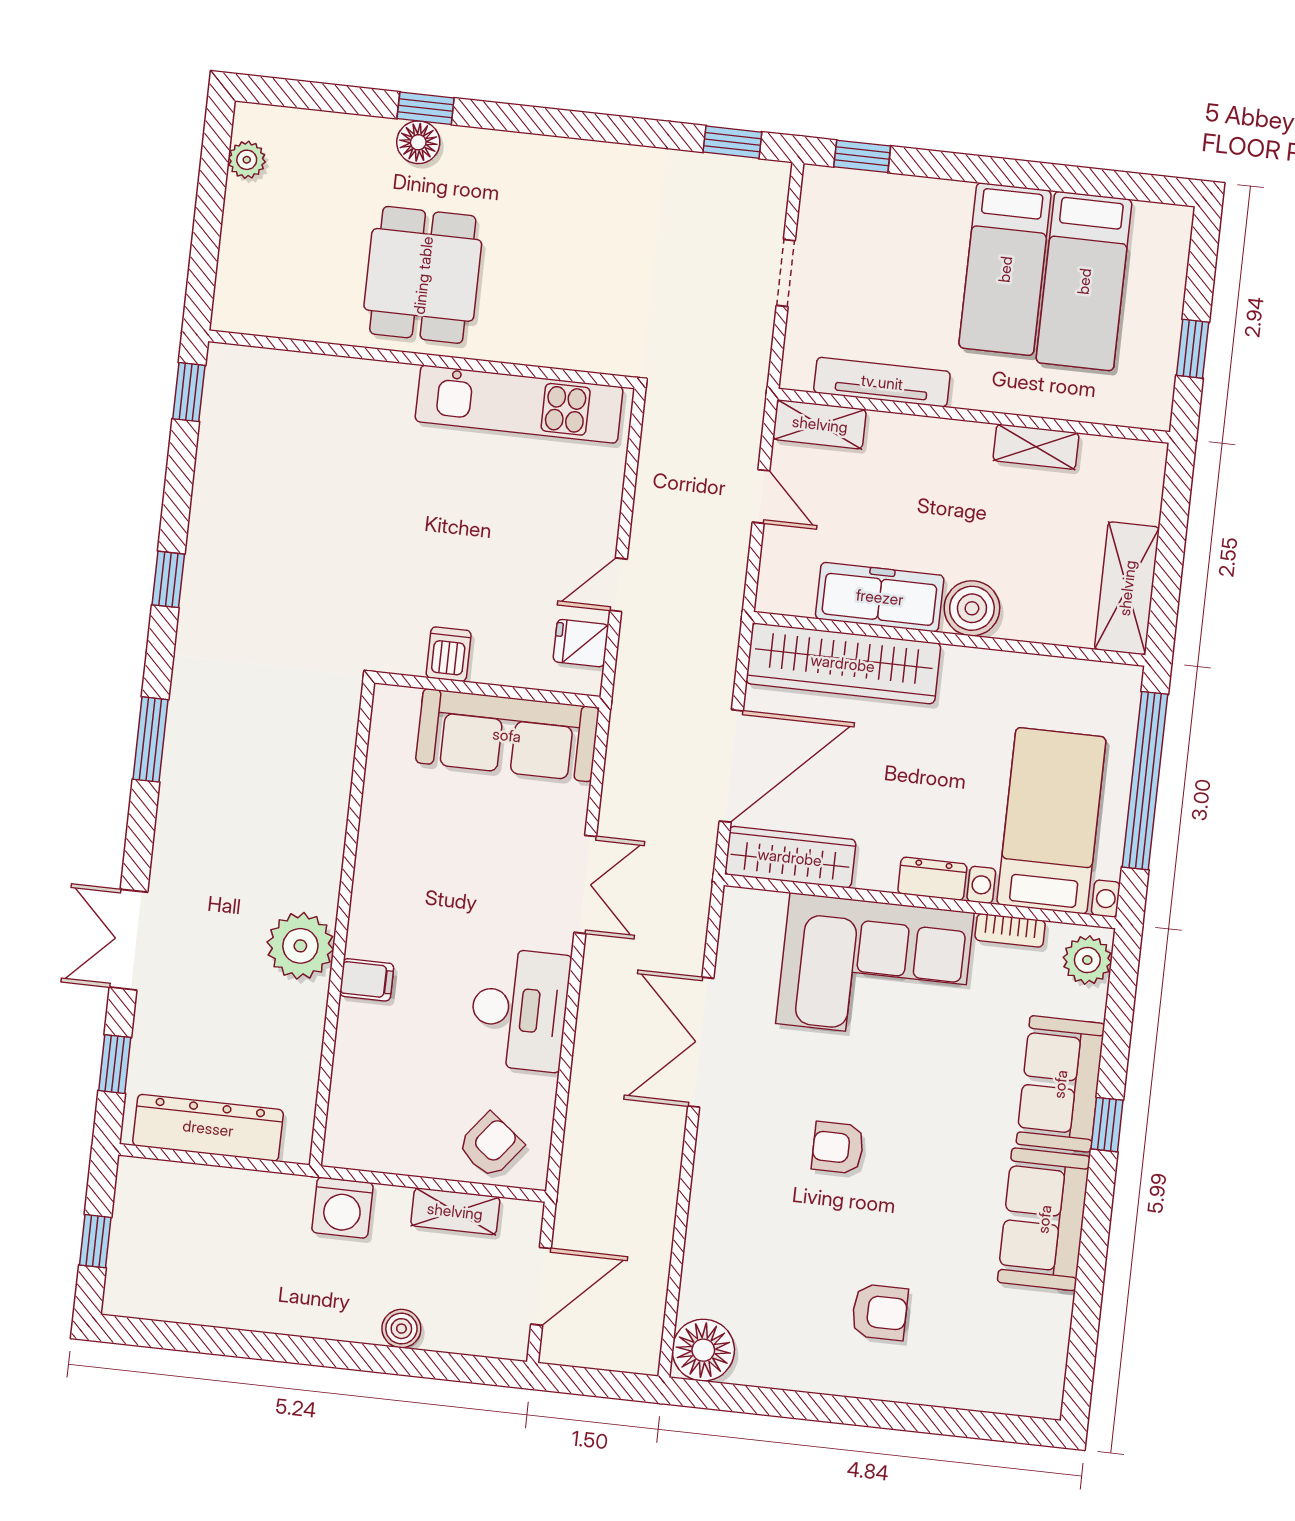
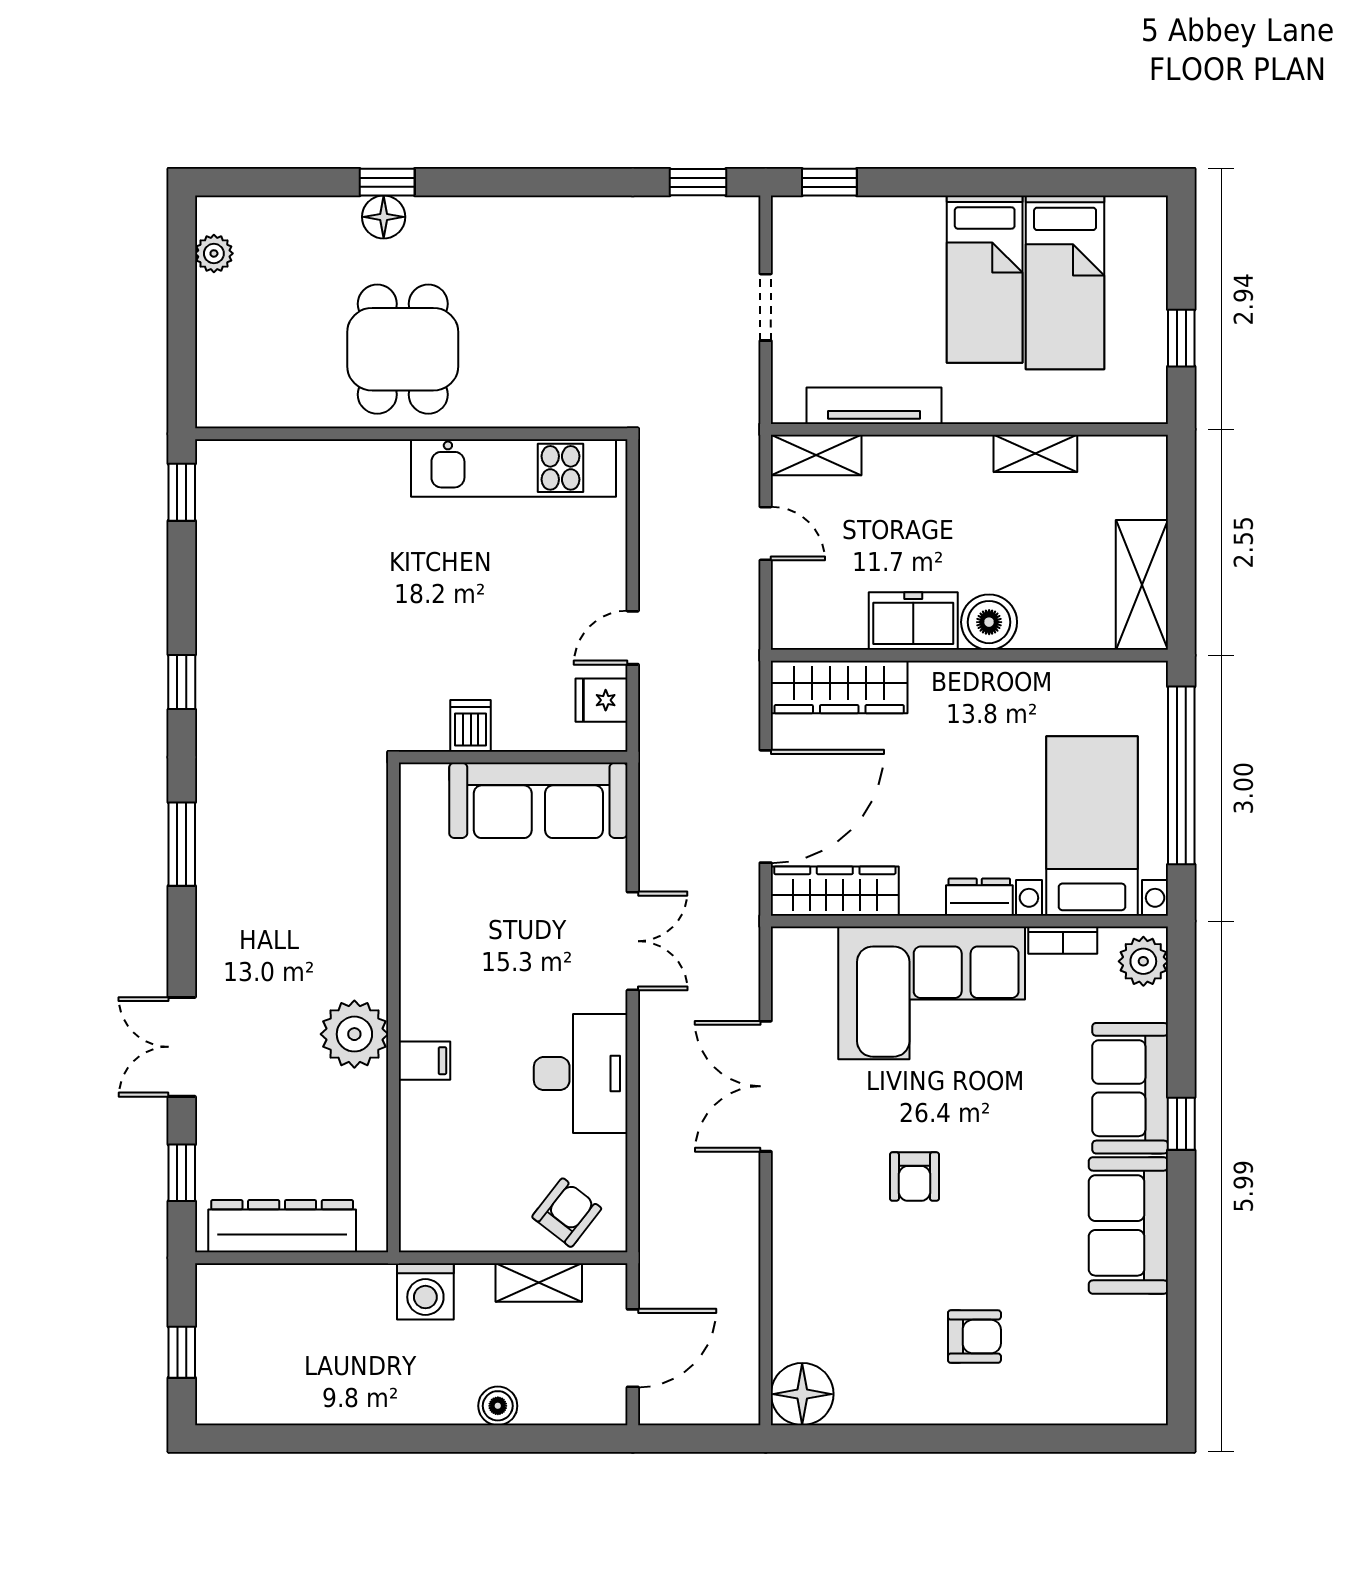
freezer: (880, 597) -> (913, 621), width x0.71
wardrobe: (843, 663) -> (839, 687), width x0.71, depth x0.85
armchair: (838, 1148) -> (914, 1177), turned -90

